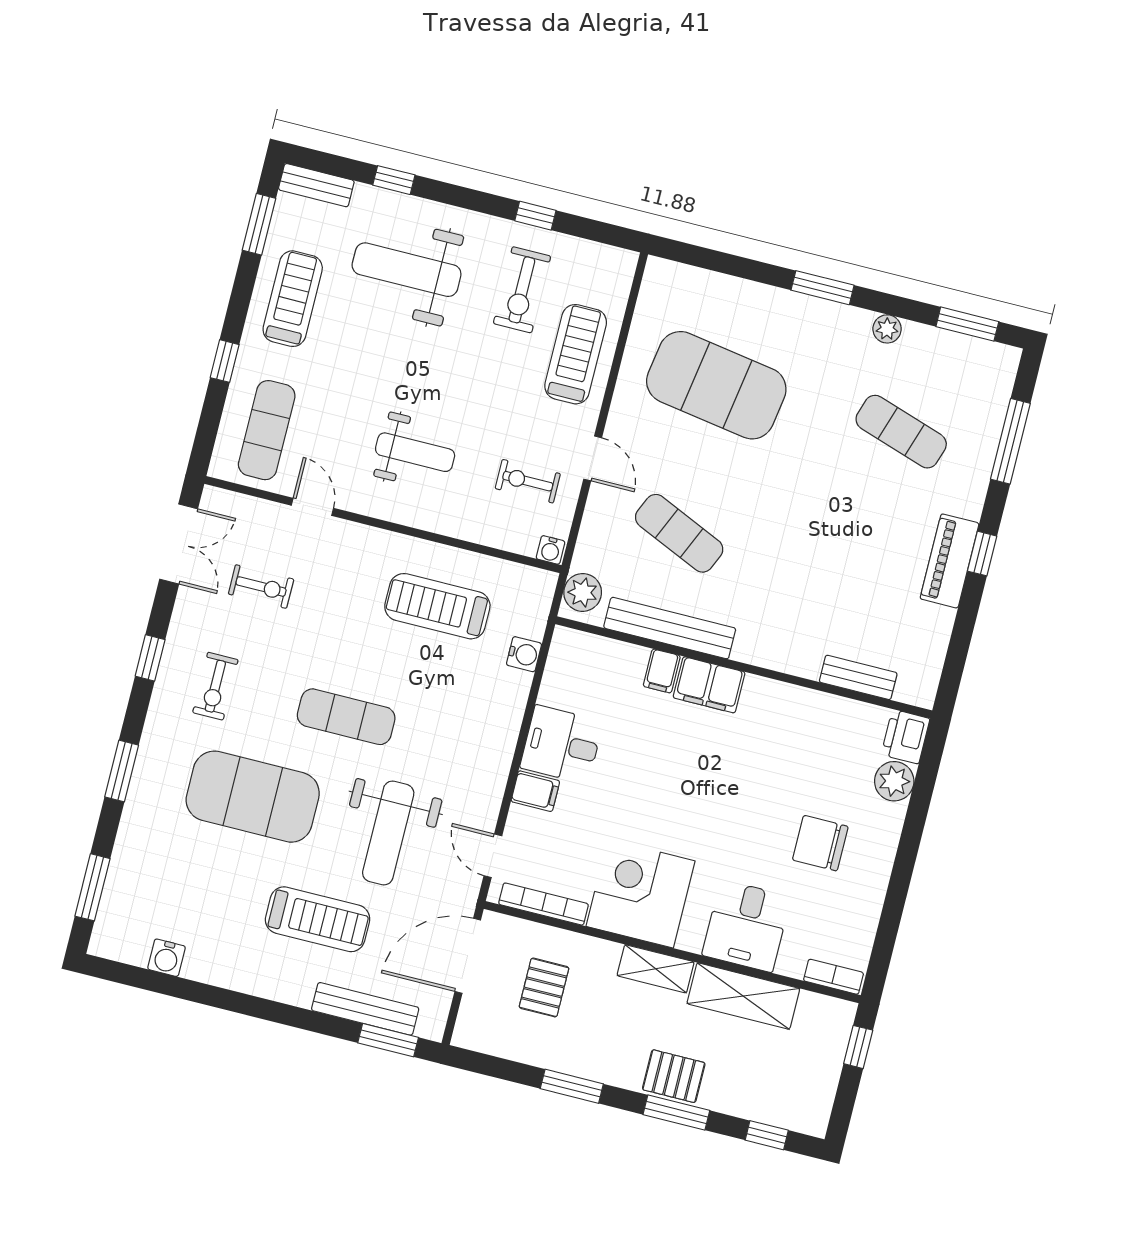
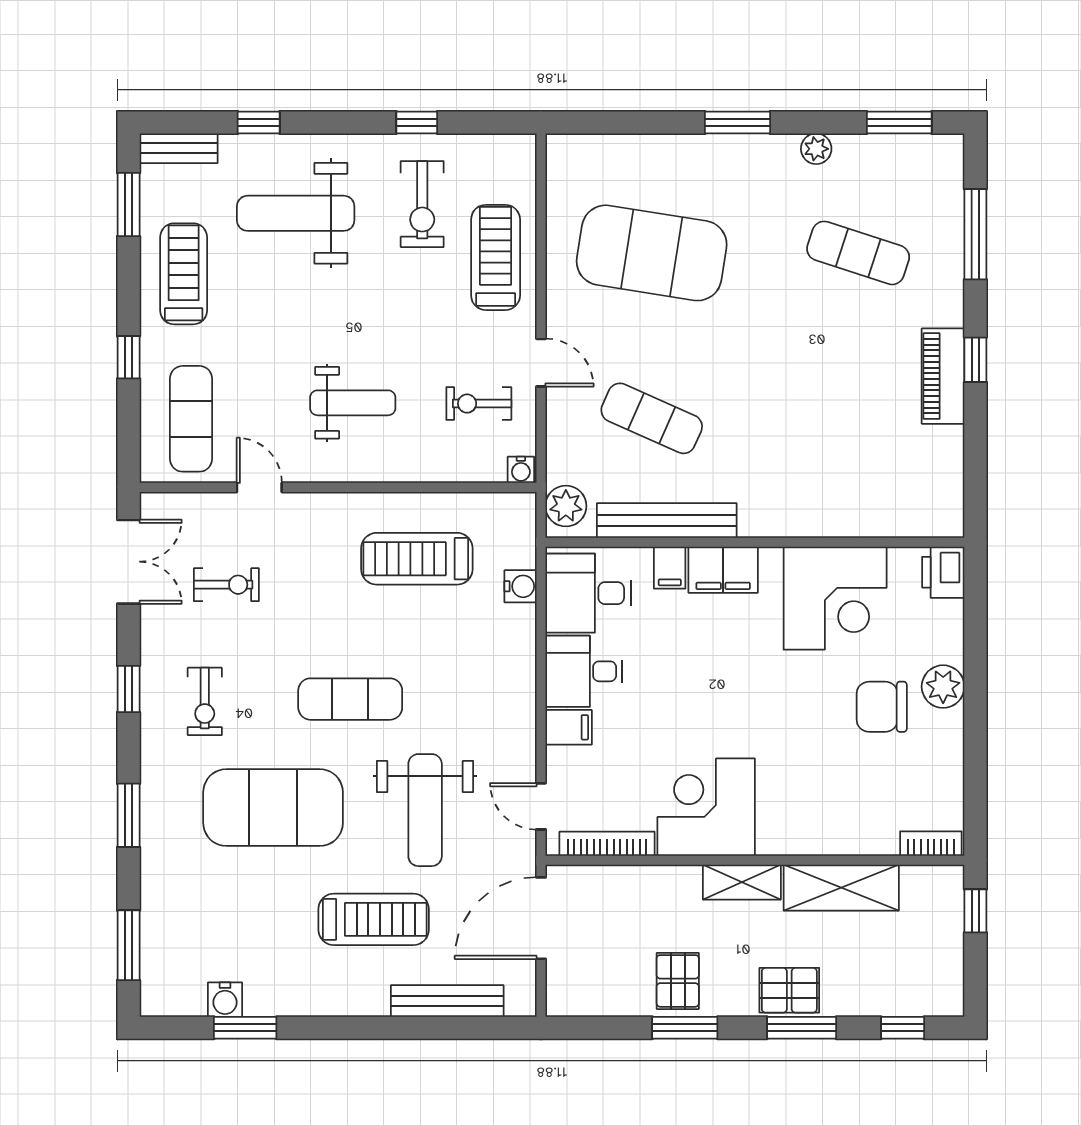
bench: (858, 677) -> (878, 523), removed
corner desk: (803, 735) -> (835, 598), added
plant: (894, 781) -> (943, 687), moved
desk: (746, 926) -> (588, 593), moved, turned 90
pallet: (544, 987) -> (678, 981), moved
window: (388, 1040) -> (245, 1028), moved

